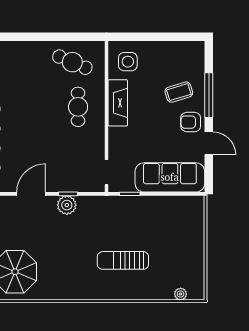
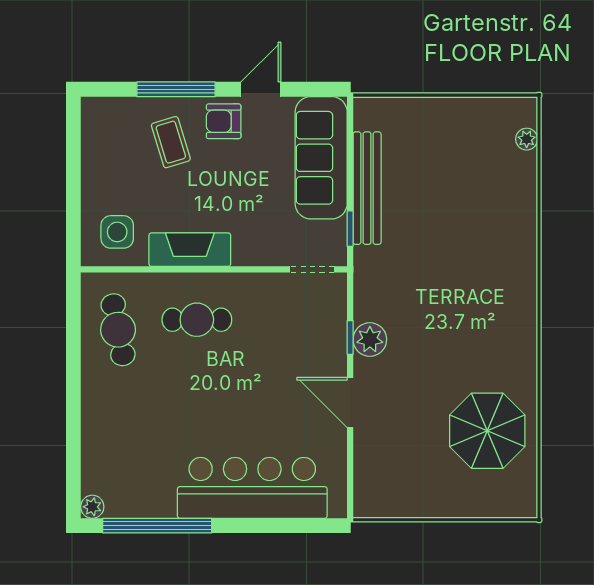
cafe table: (72, 62) -> (118, 330), turned -34
armchair: (191, 122) -> (224, 121), turned 90
bench: (153, 203) -> (367, 188), added
sun lounger: (123, 260) -> (467, 241), removed

